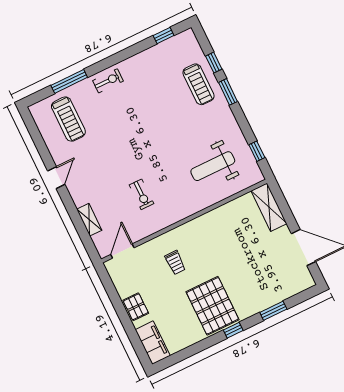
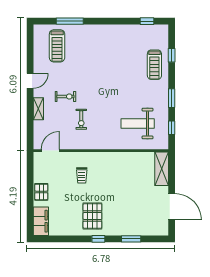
exercise bike: (108, 81) -> (65, 96), moved
window: (228, 92) -> (172, 98), moved
shelving: (89, 220) -> (38, 109), moved
pallet: (213, 306) -> (92, 216), width x0.73, depth x0.71

